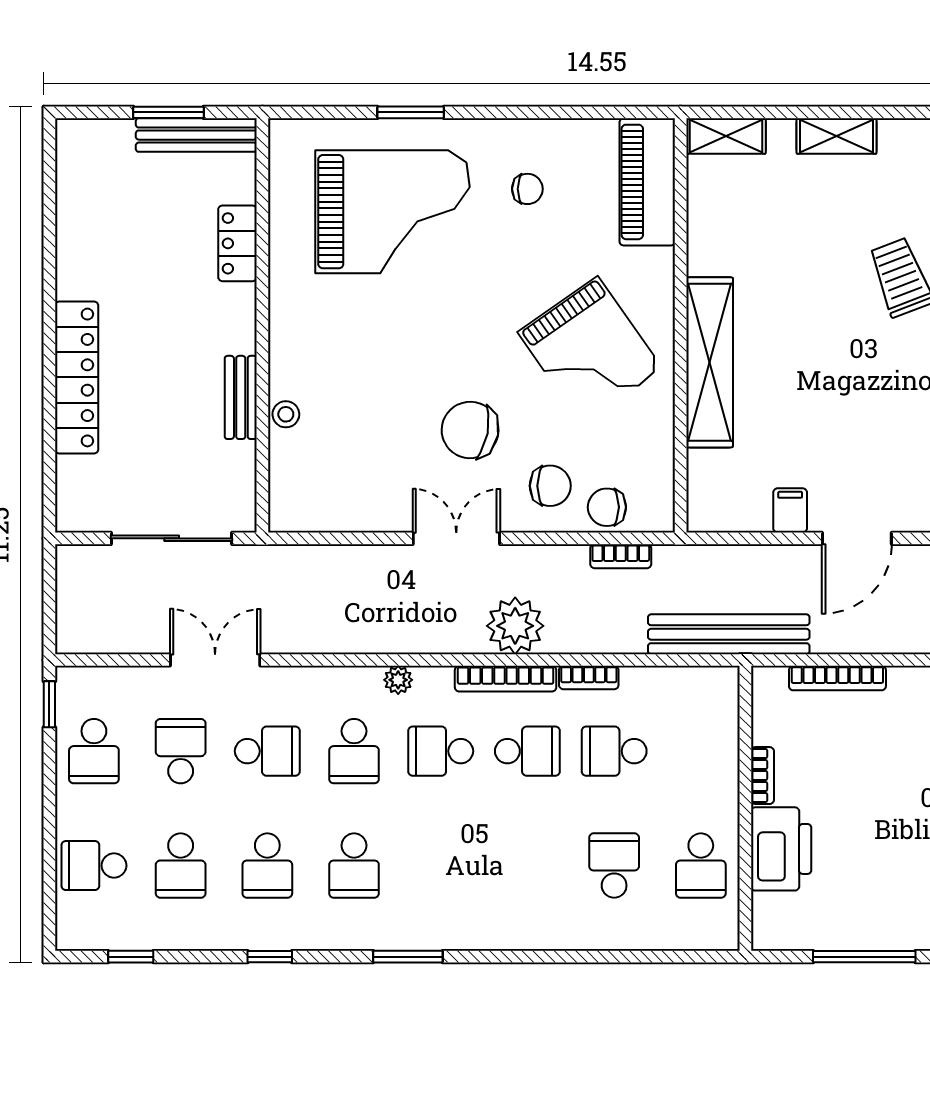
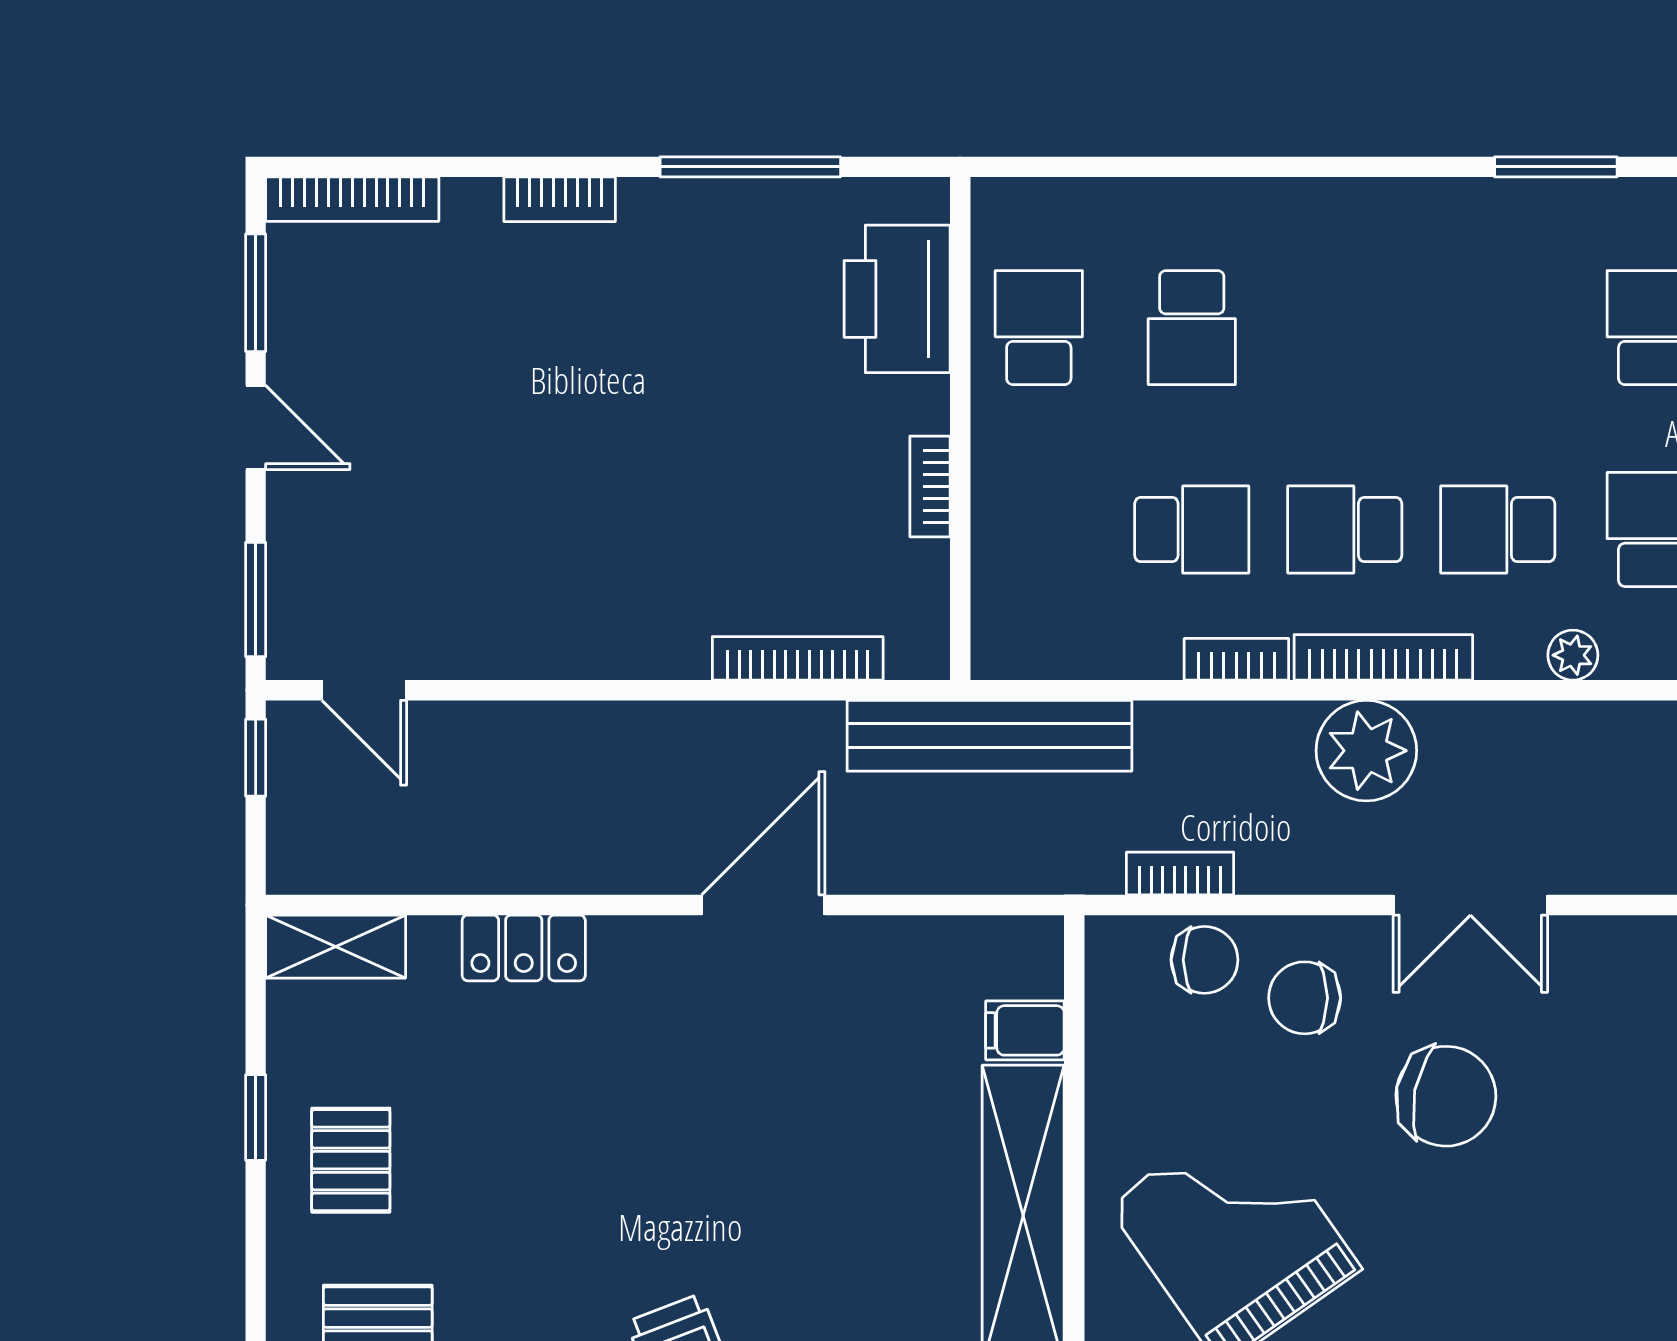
filing cabinet: (790, 510) -> (1025, 1030), moved, turned 90
school desk: (441, 751) -> (1498, 530), turned 180
printer: (781, 849) -> (897, 299), moved

